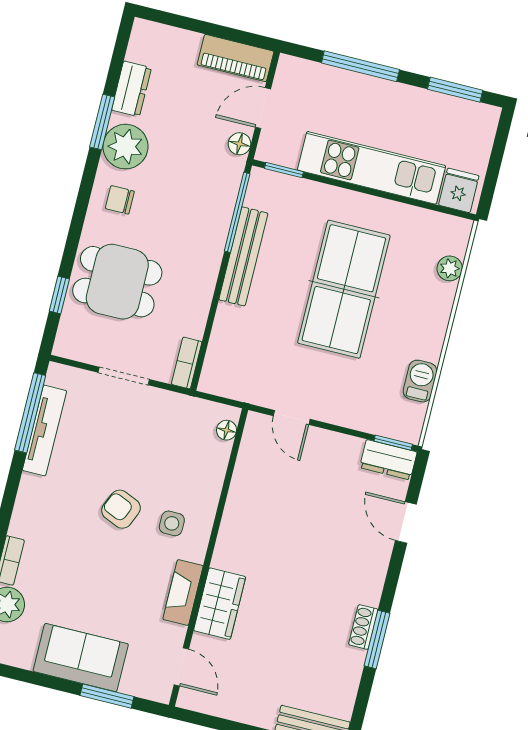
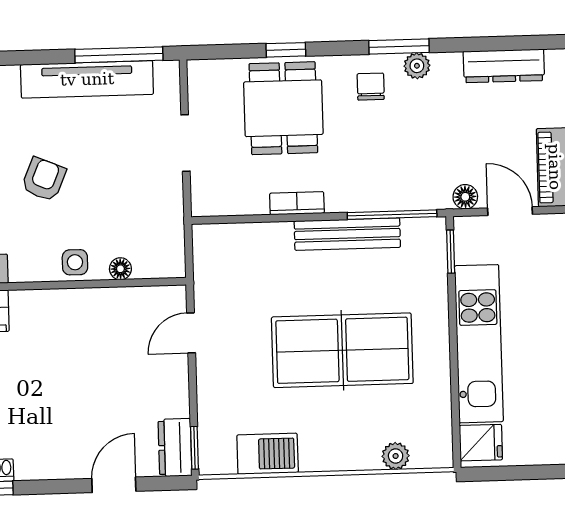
dresser: (131, 89) -> (504, 66), width x1.44
window: (102, 122) -> (399, 46), moved
plant: (125, 147) -> (417, 66), width x0.53, depth x0.53
window: (59, 295) -> (286, 50), moved
bookcase: (187, 363) -> (297, 203), moved
barbecue: (420, 381) -> (268, 454), width x1.38, depth x1.27
tv unit: (44, 430) -> (87, 79), width x1.36, depth x1.29
floor lamp: (227, 430) -> (120, 269), moved
side table: (172, 523) -> (75, 262), moved

